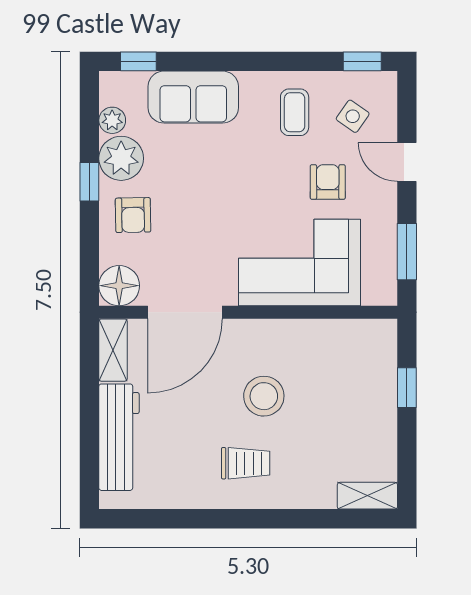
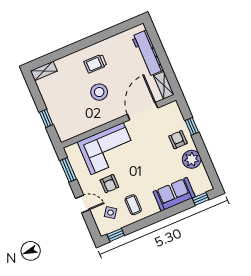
plant: (112, 120) -> (201, 172), removed
window: (89, 182) -> (192, 126), moved
floor lamp: (119, 286) -> (172, 111), removed

